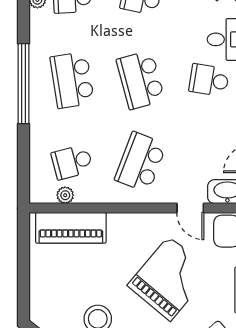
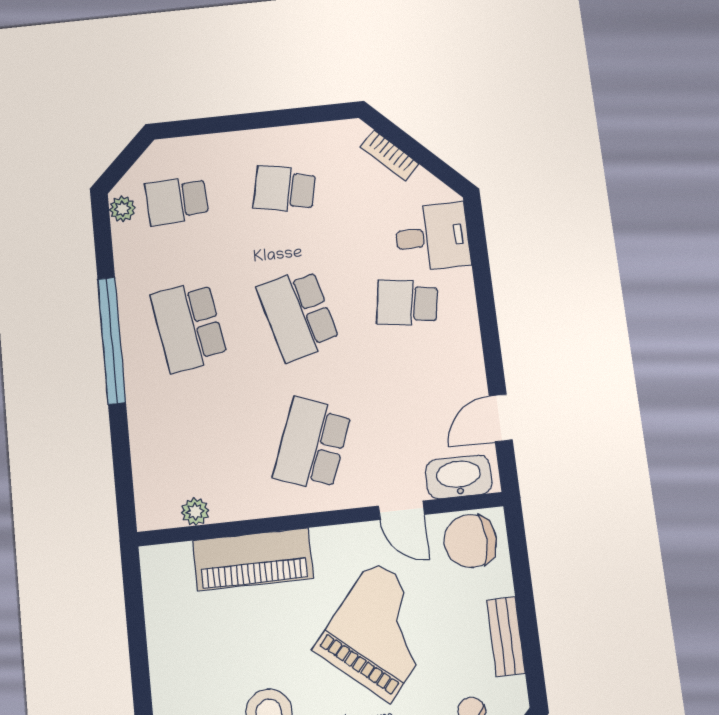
school desk: (72, 162) -> (201, 456), removed
piano: (71, 228) -> (253, 559), moved

